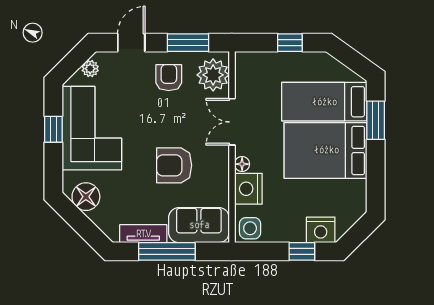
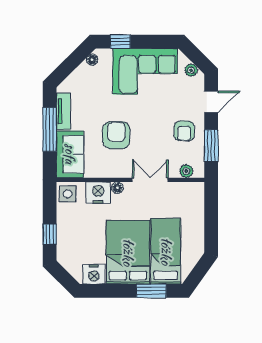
door: (131, 43) -> (211, 102), hinge flipped
window: (290, 43) -> (211, 225), removed
plant: (213, 75) -> (186, 171), width x0.53, depth x0.53
armchair: (169, 78) -> (184, 131), turned 90
window: (53, 129) -> (120, 42), moved
floor lamp: (86, 197) -> (92, 60), width x0.53, depth x0.53
nightstand: (321, 230) -> (94, 274), moved, turned -90

